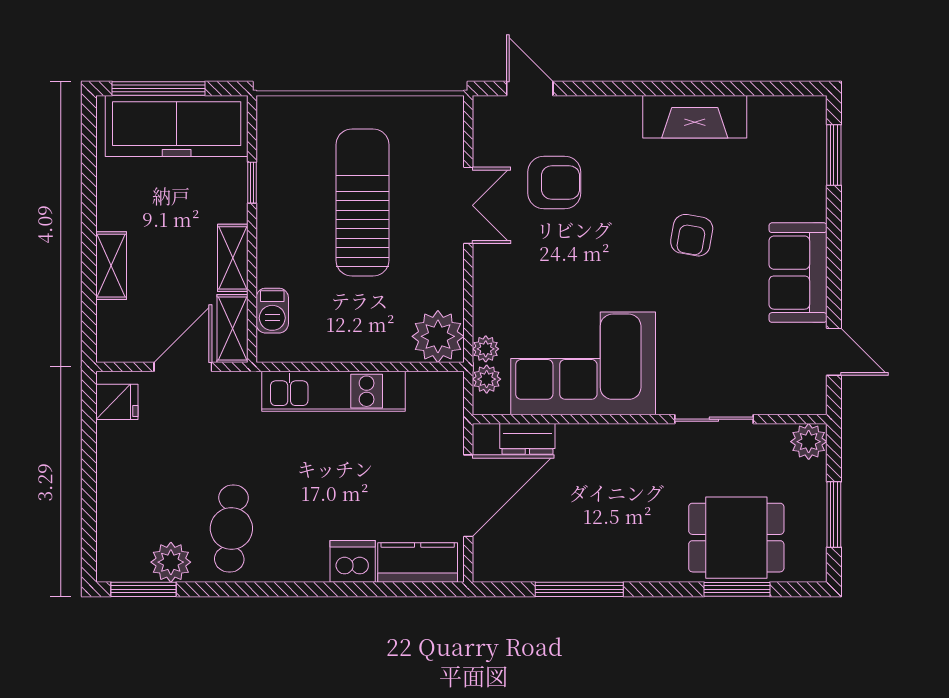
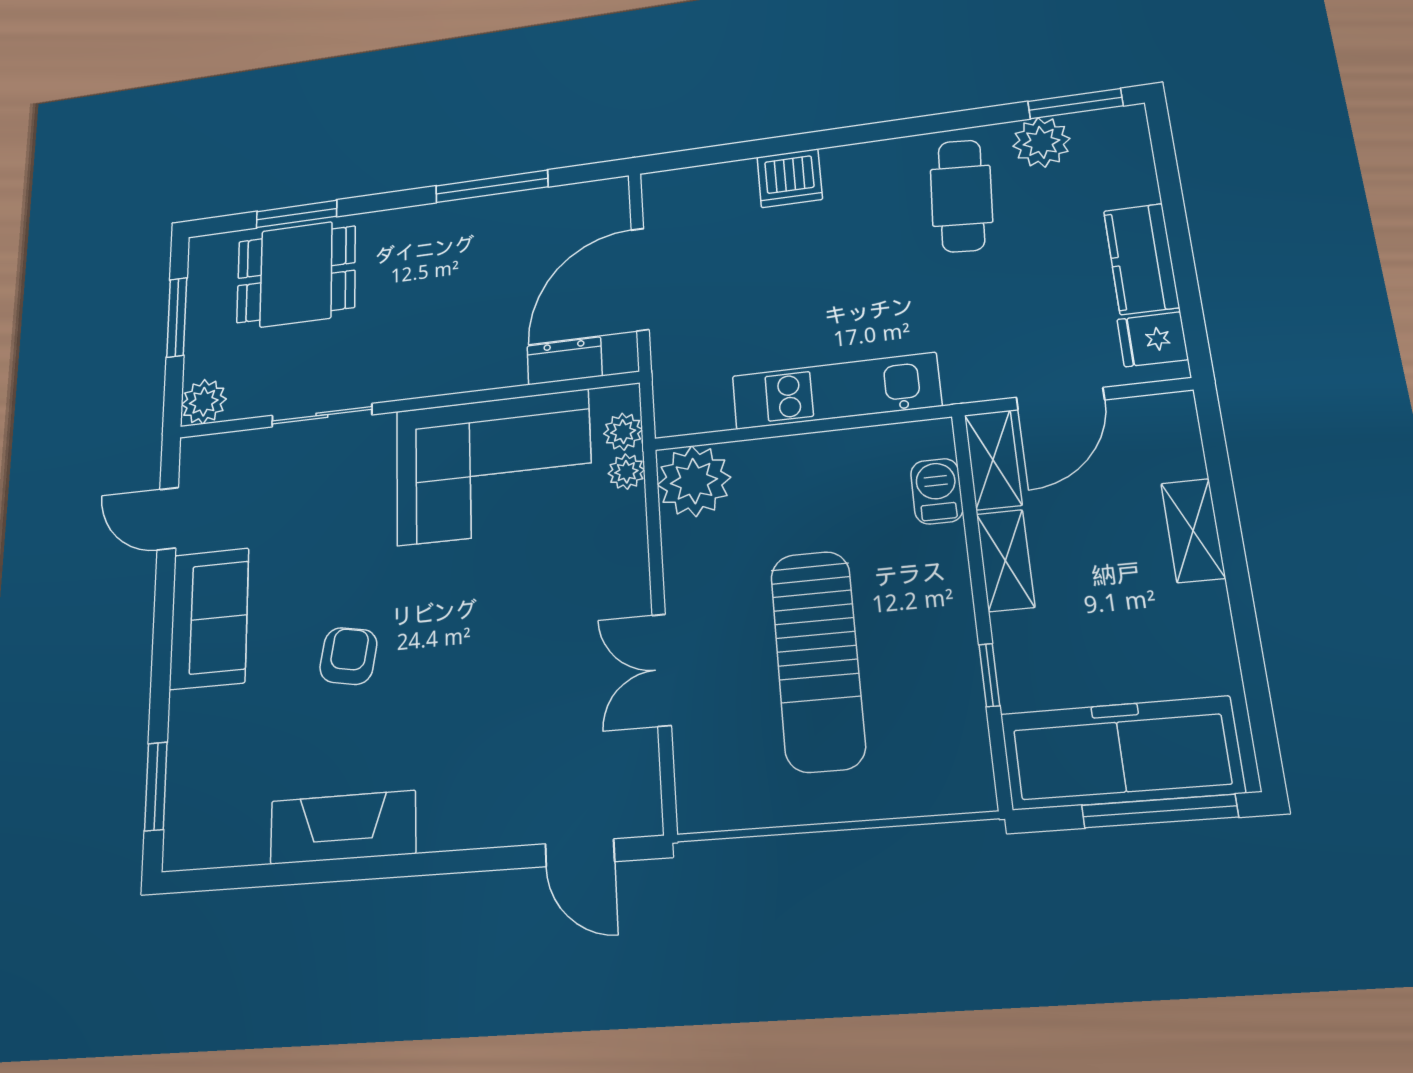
armchair: (554, 183) -> (540, 714), removed
kitchen counter: (418, 562) -> (1141, 259), moved, turned 90

